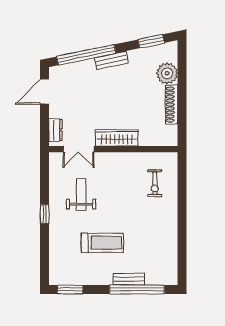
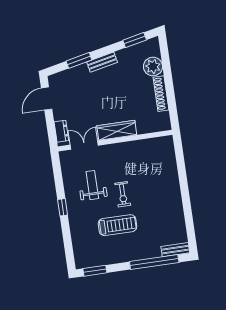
window: (86, 55) -> (79, 60), width x0.47
double door: (79, 149) -> (84, 145), swing flipped
exercise bike: (155, 183) -> (123, 194), moved
bench: (129, 279) -> (175, 250), moved

